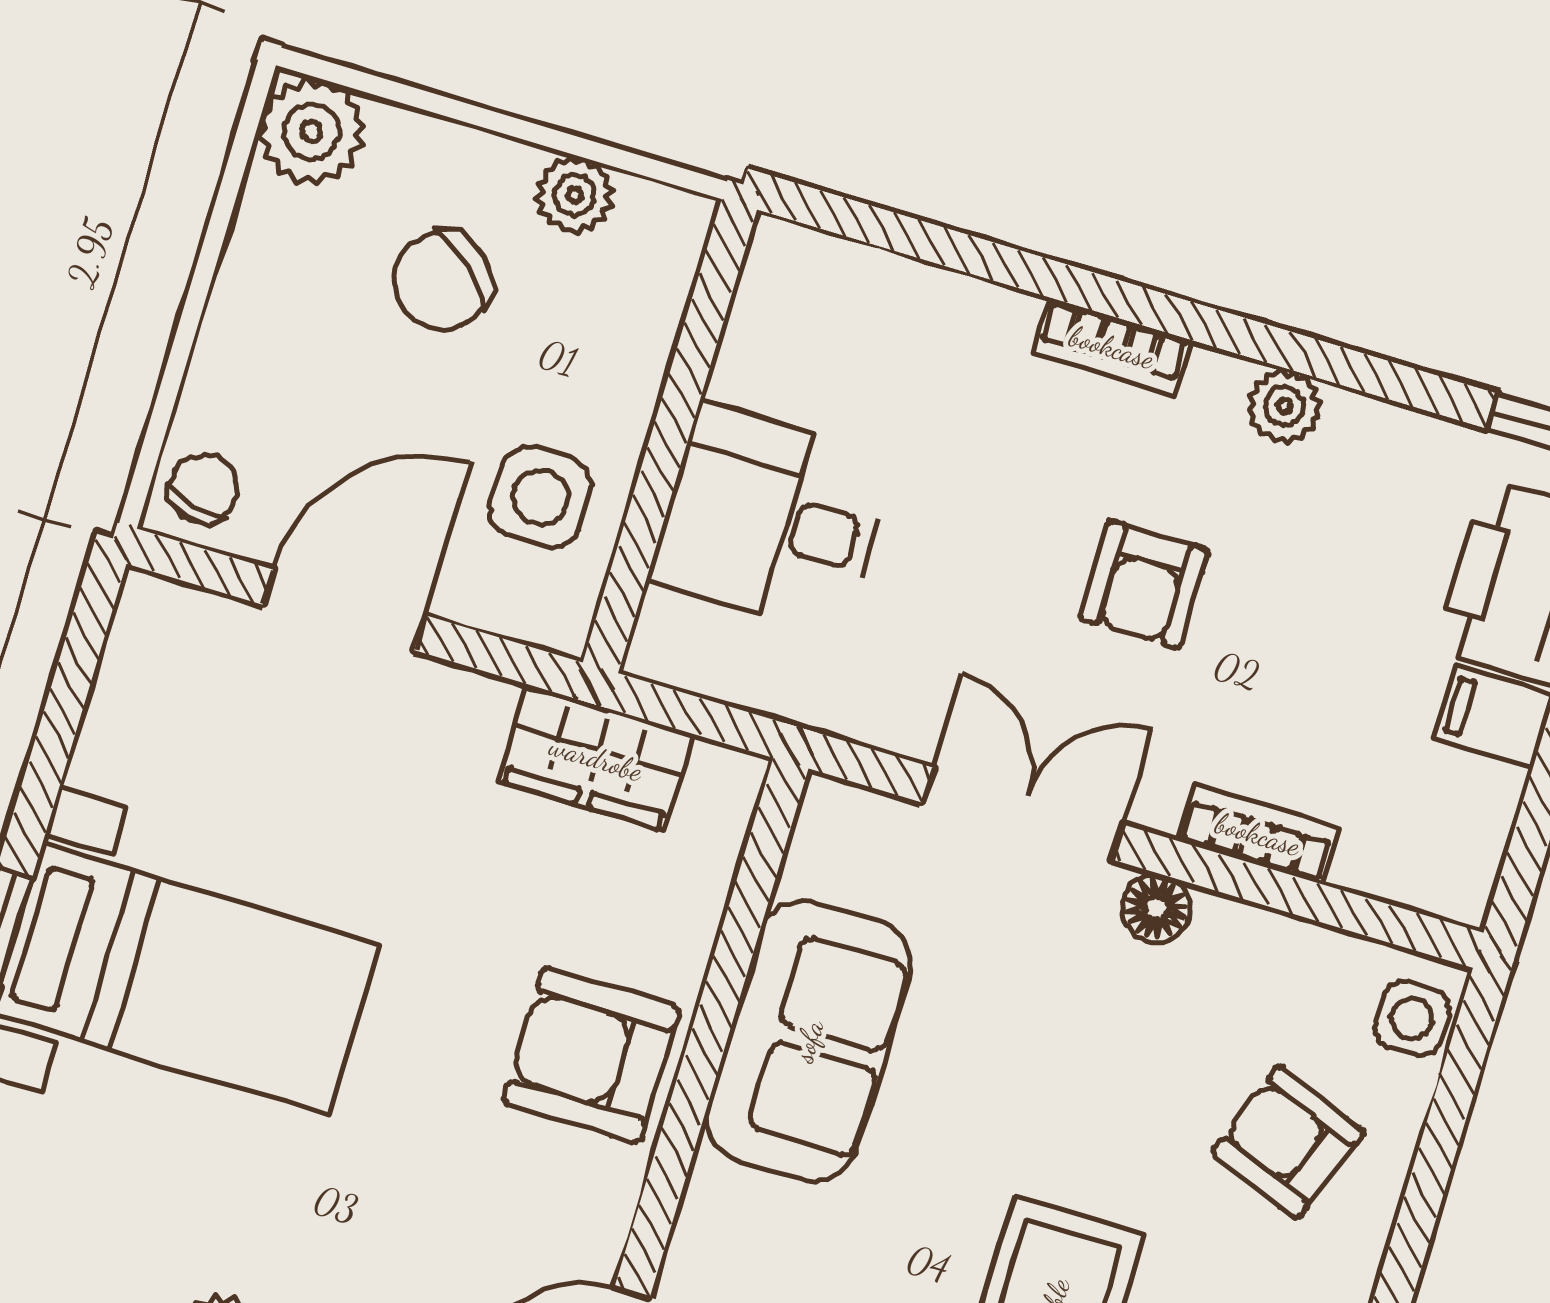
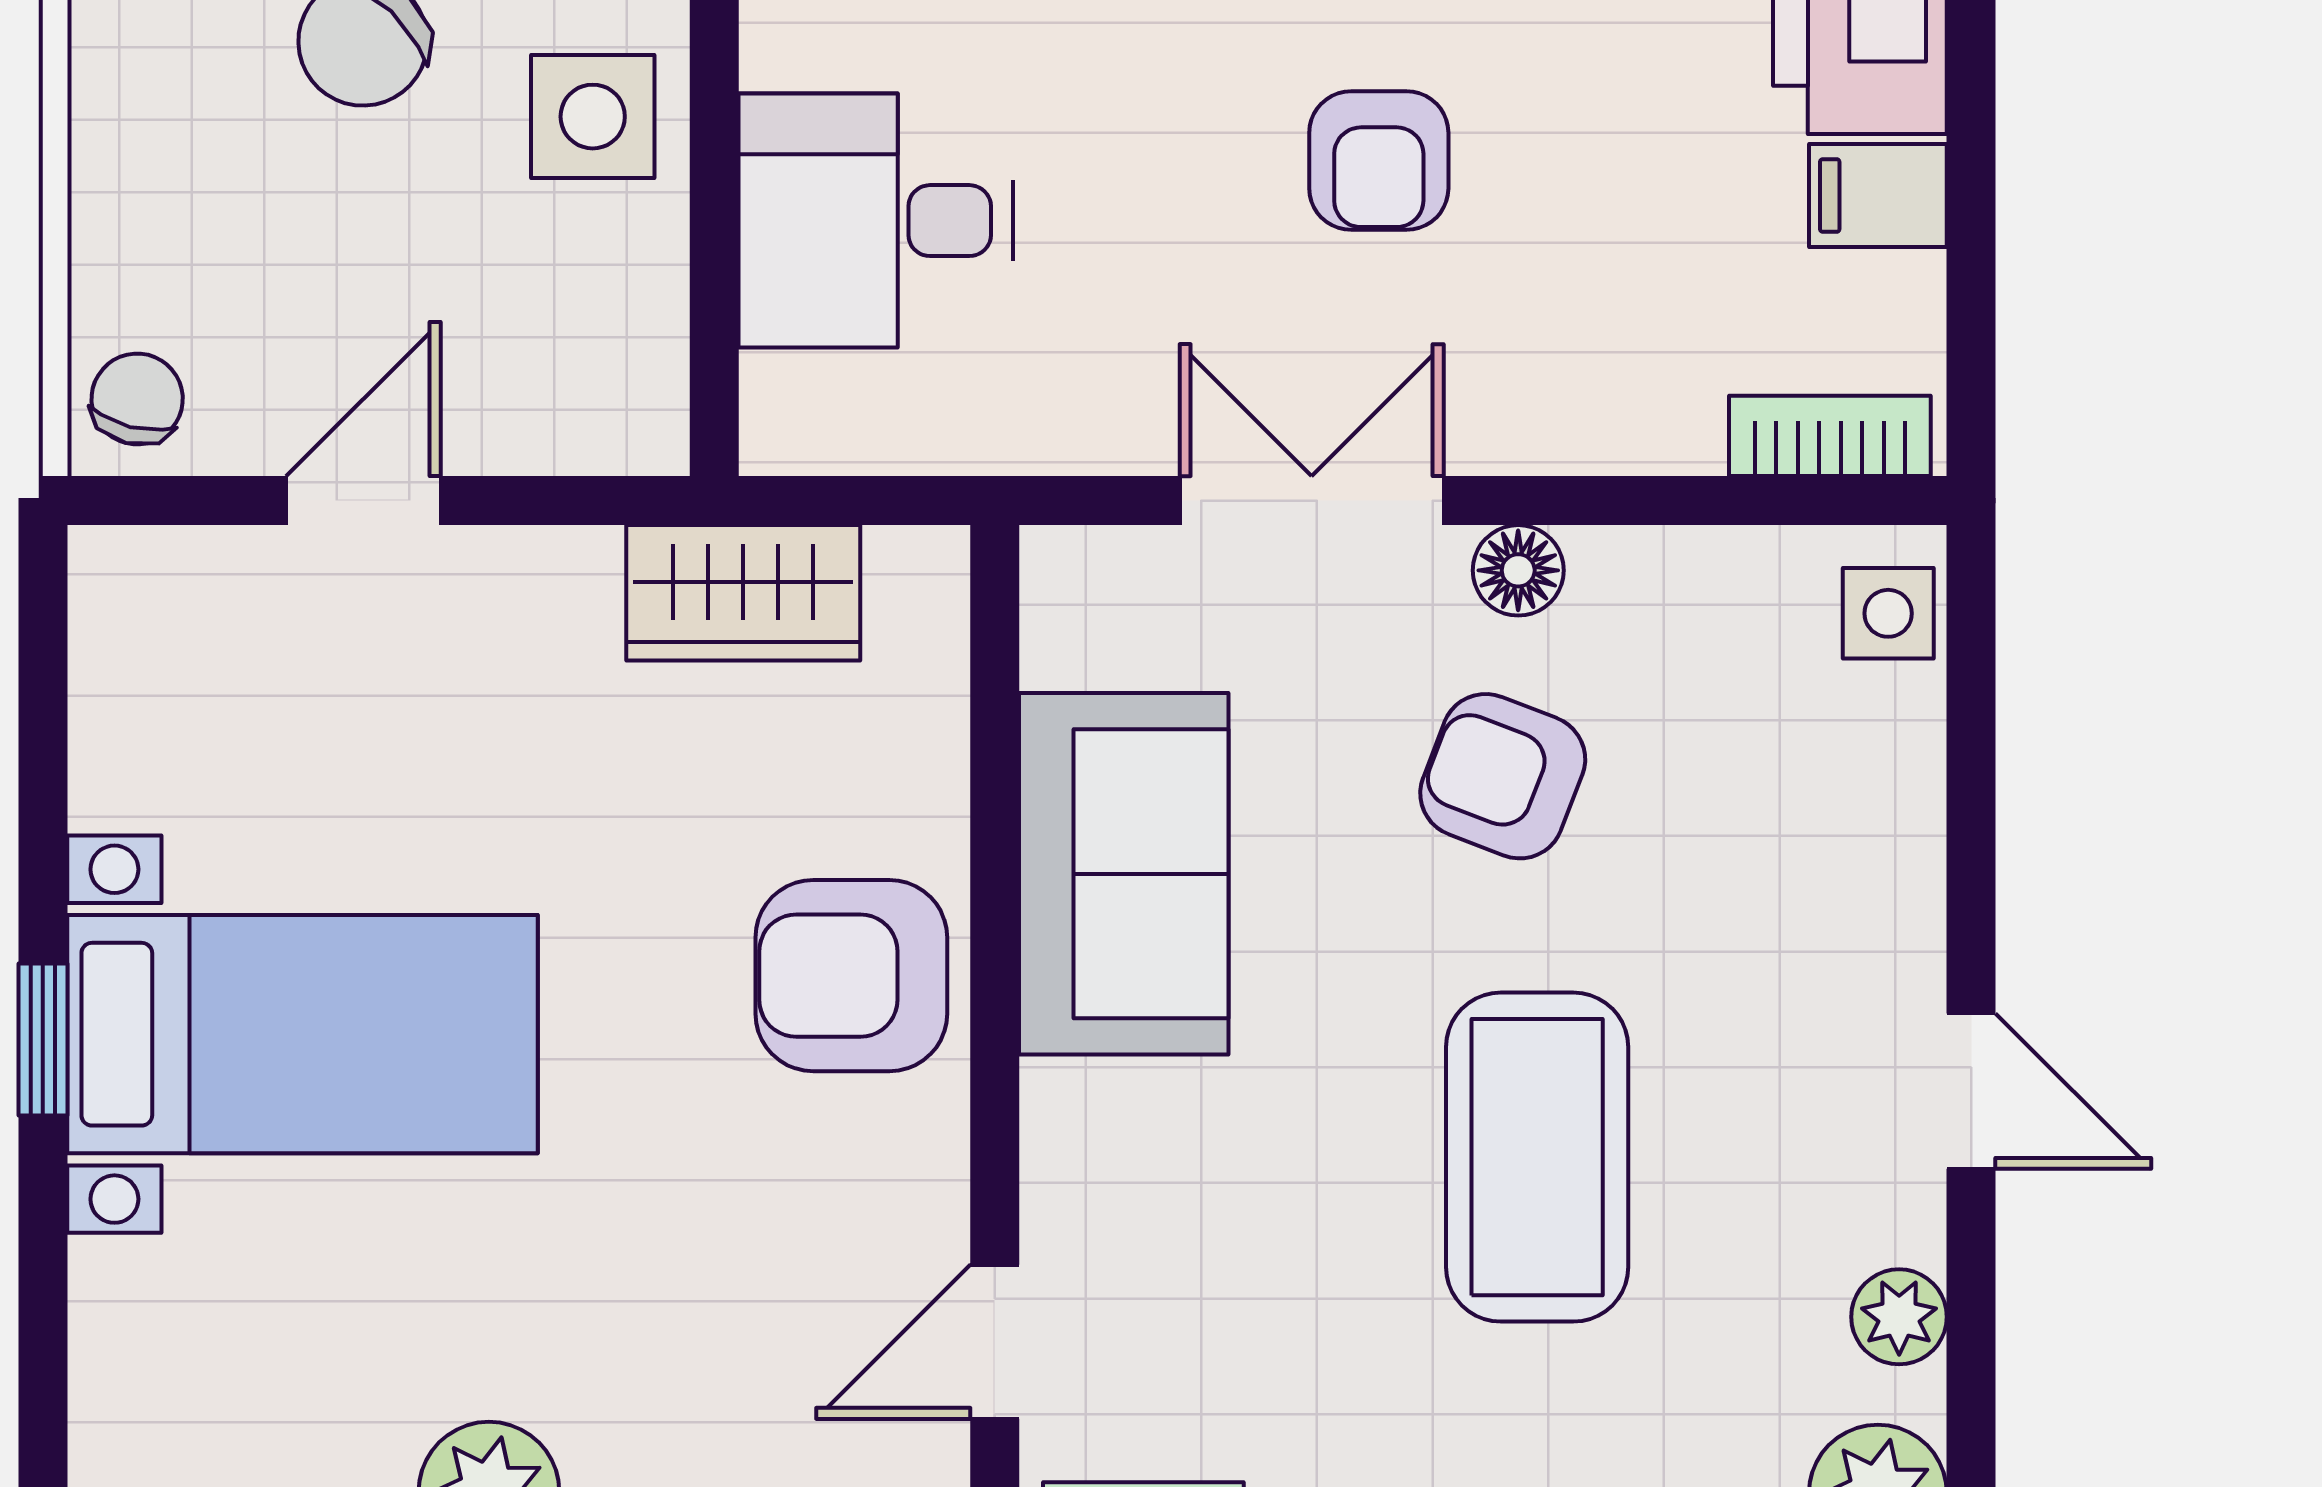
side table: (540, 497) -> (593, 117), moved
door: (344, 610) -> (363, 501), width x0.73
bookcase: (1258, 834) -> (1830, 436), moved
armchair: (1288, 1142) -> (1503, 776), moved

